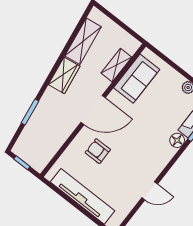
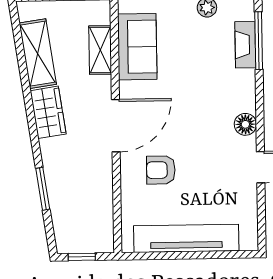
floor lamp: (177, 140) -> (245, 124), moved

